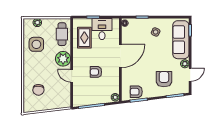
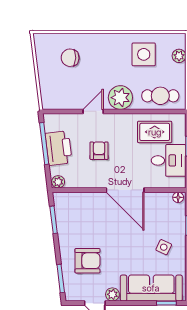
armchair: (136, 92) -> (67, 216), removed
printer: (94, 97) -> (59, 148), added

